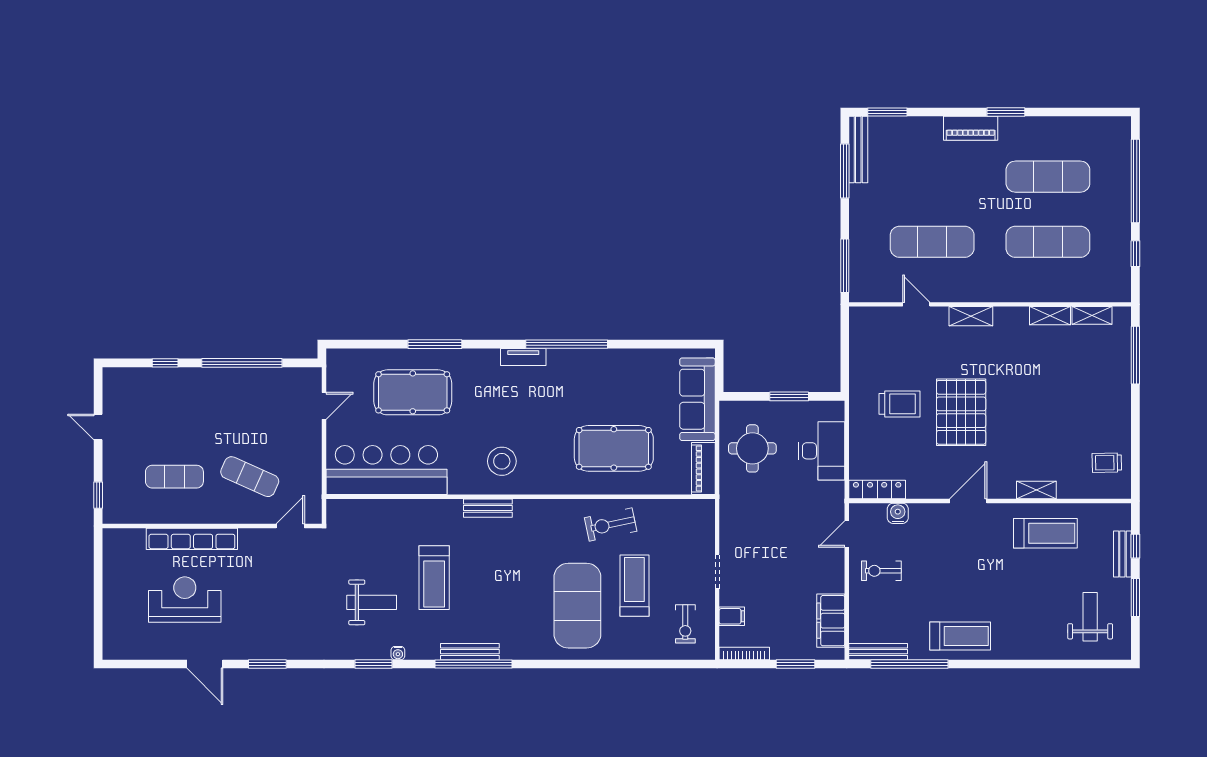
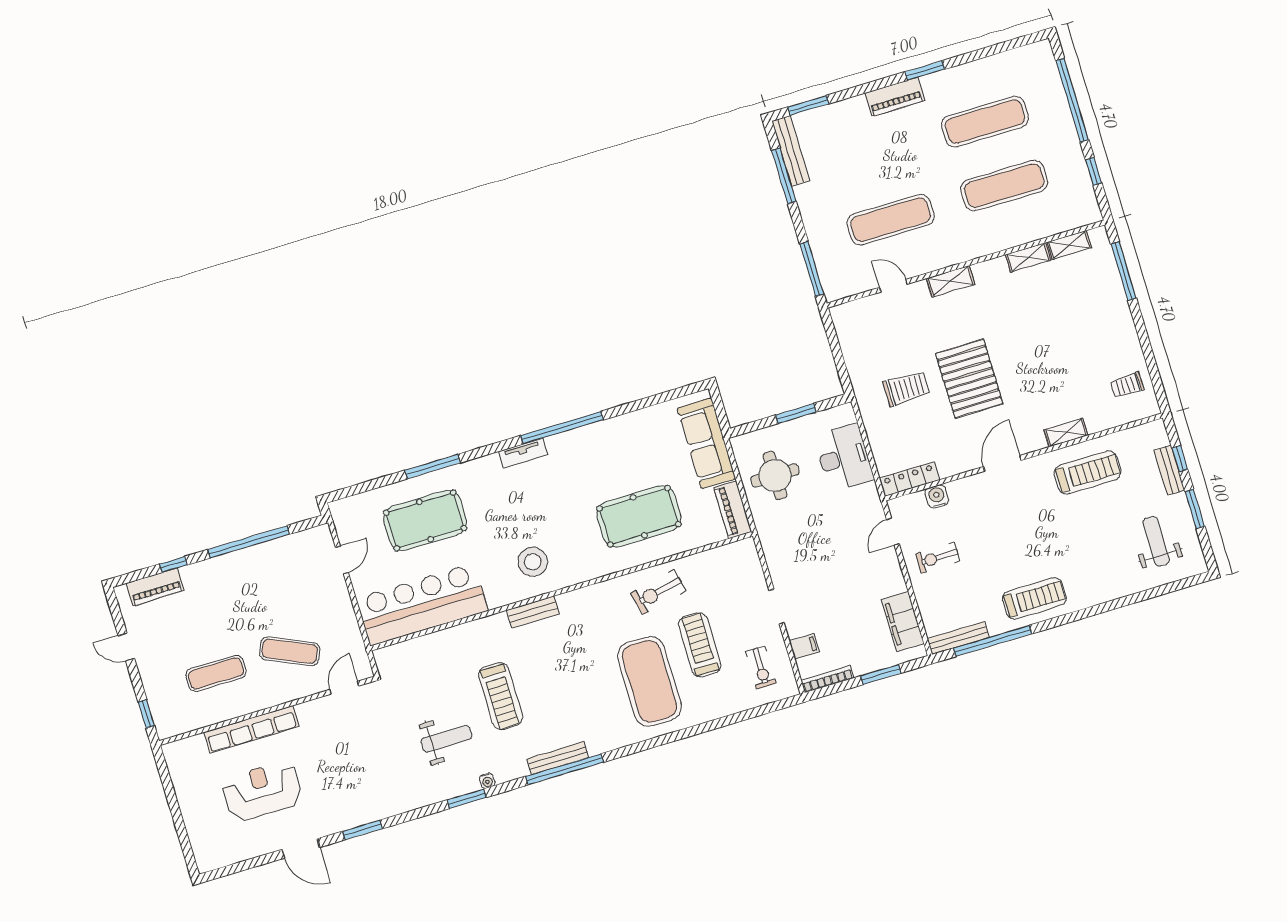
piano: (142, 379) -> (155, 587), added

